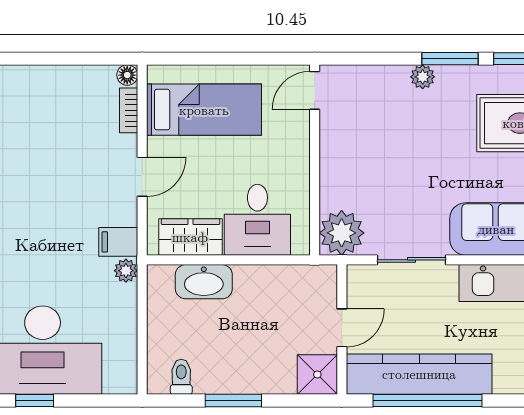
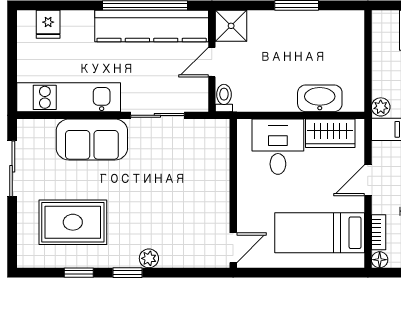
window: (450, 59) -> (127, 273), width x0.67
plant: (342, 233) -> (212, 136), removed
toilet: (181, 377) -> (224, 98), moved, turned 180

